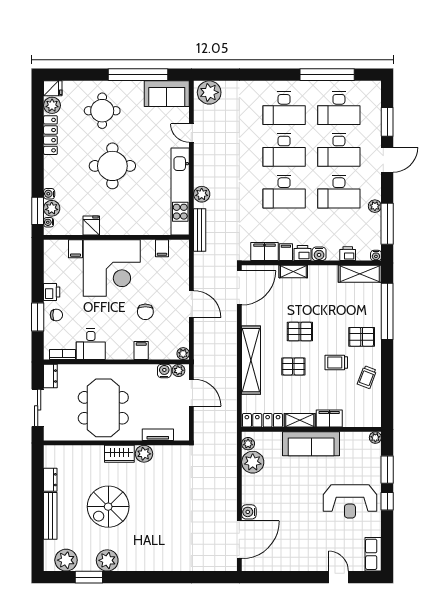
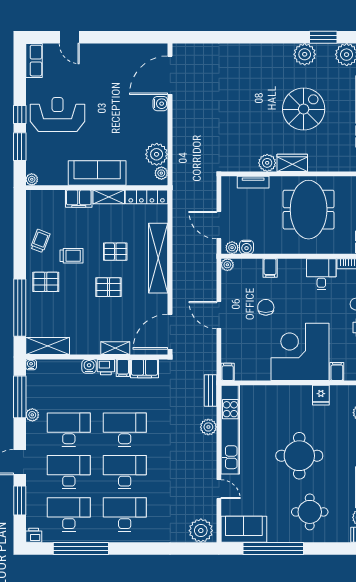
bench: (200, 230) -> (210, 391), width x0.73
filing cabinet: (162, 248) -> (228, 372), moved
printer: (348, 254) -> (34, 535), moved, turned 180

